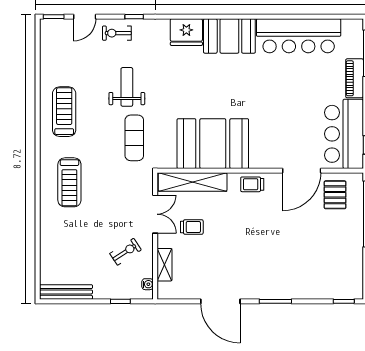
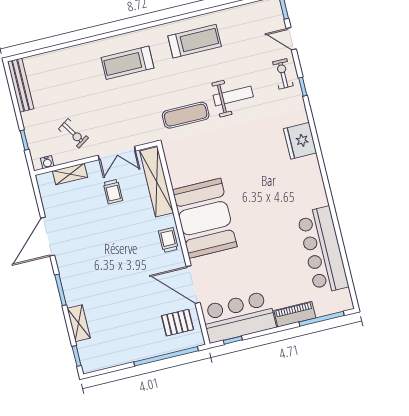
booth: (229, 36) -> (306, 183), removed
booth: (213, 144) -> (205, 218), moved
shelving: (312, 292) -> (79, 323), added

